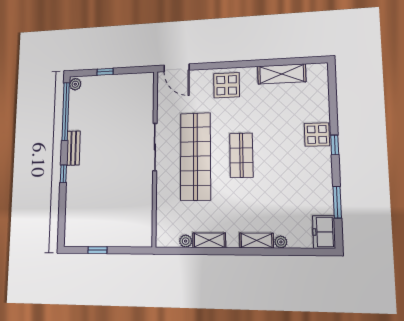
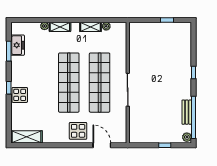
door: (177, 68) -> (102, 145), moved
shelving: (282, 74) -> (27, 137), moved
bench: (73, 148) -> (187, 112), moved
shop shelf: (241, 155) -> (69, 83), width x2.00, depth x1.36
freezer: (324, 232) -> (18, 45), moved

